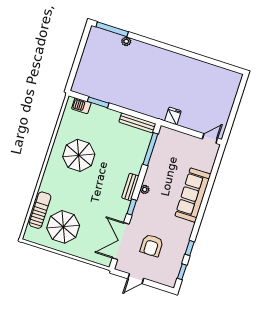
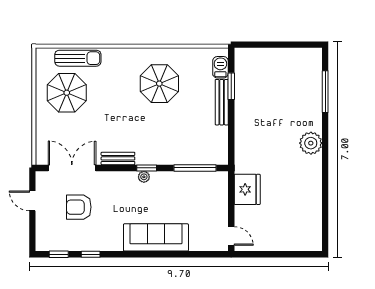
window: (112, 29) -> (325, 92), moved
plant: (126, 41) -> (311, 143), moved, width x1.88, depth x1.88
fridge: (173, 116) -> (247, 189), width x1.88, depth x1.34
bench: (137, 123) -> (222, 102), moved
bench: (130, 187) -> (118, 158), moved
window: (132, 207) -> (147, 168), moved

